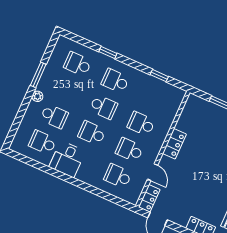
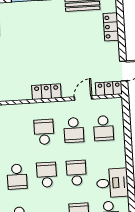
school desk: (141, 124) -> (44, 132), turned 180
school desk: (92, 133) -> (76, 173), turned 180

